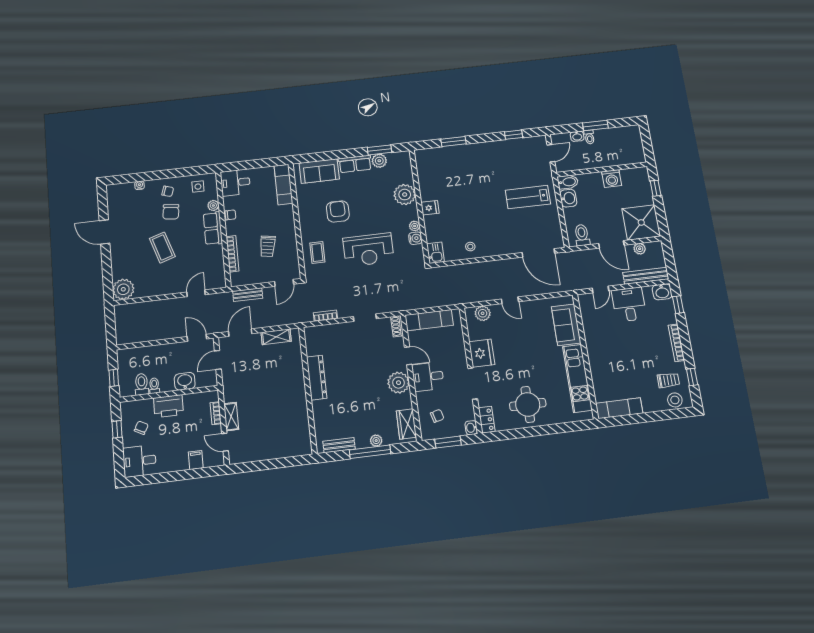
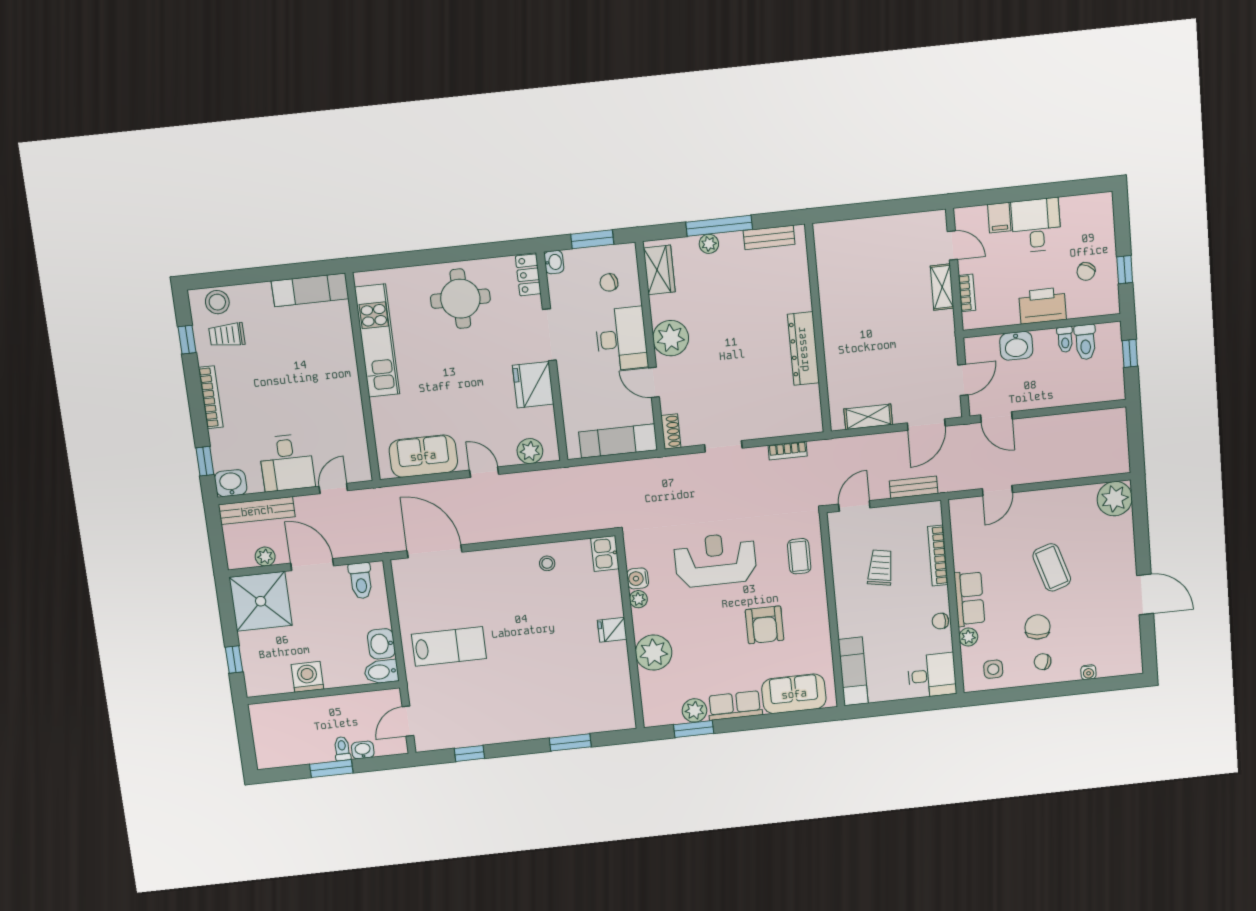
sofa: (566, 325) -> (423, 456), moved, turned -90
desk: (428, 377) -> (621, 339), width x1.37
desk: (140, 461) -> (1036, 225), moved, turned -90

